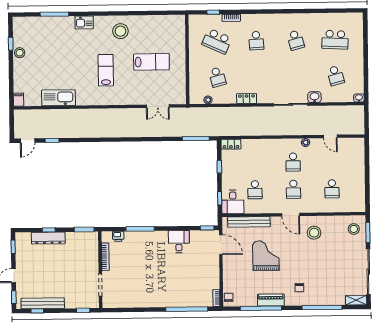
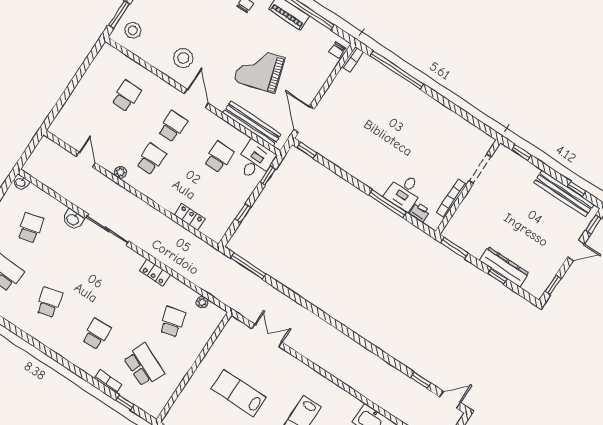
locker: (231, 144) -> (190, 217), moved
desk: (179, 242) -> (404, 192), moved
grand piano: (266, 256) -> (259, 70), turned 73

